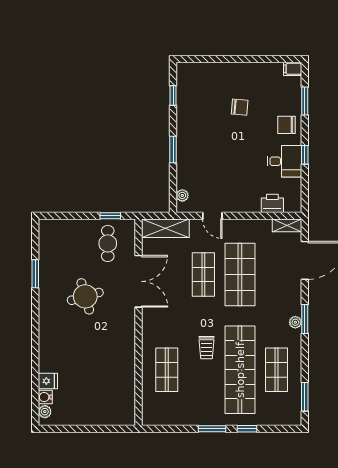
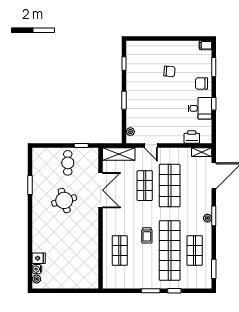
cafe table: (108, 243) -> (68, 163), moved

